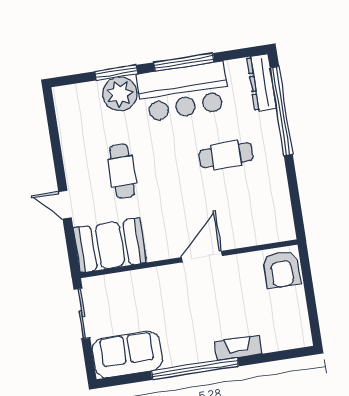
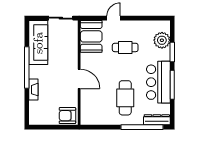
plant: (120, 94) -> (162, 40), moved
cafe table: (226, 155) -> (125, 98), width x1.37, depth x1.35
sofa: (127, 355) -> (38, 43), width x1.36

